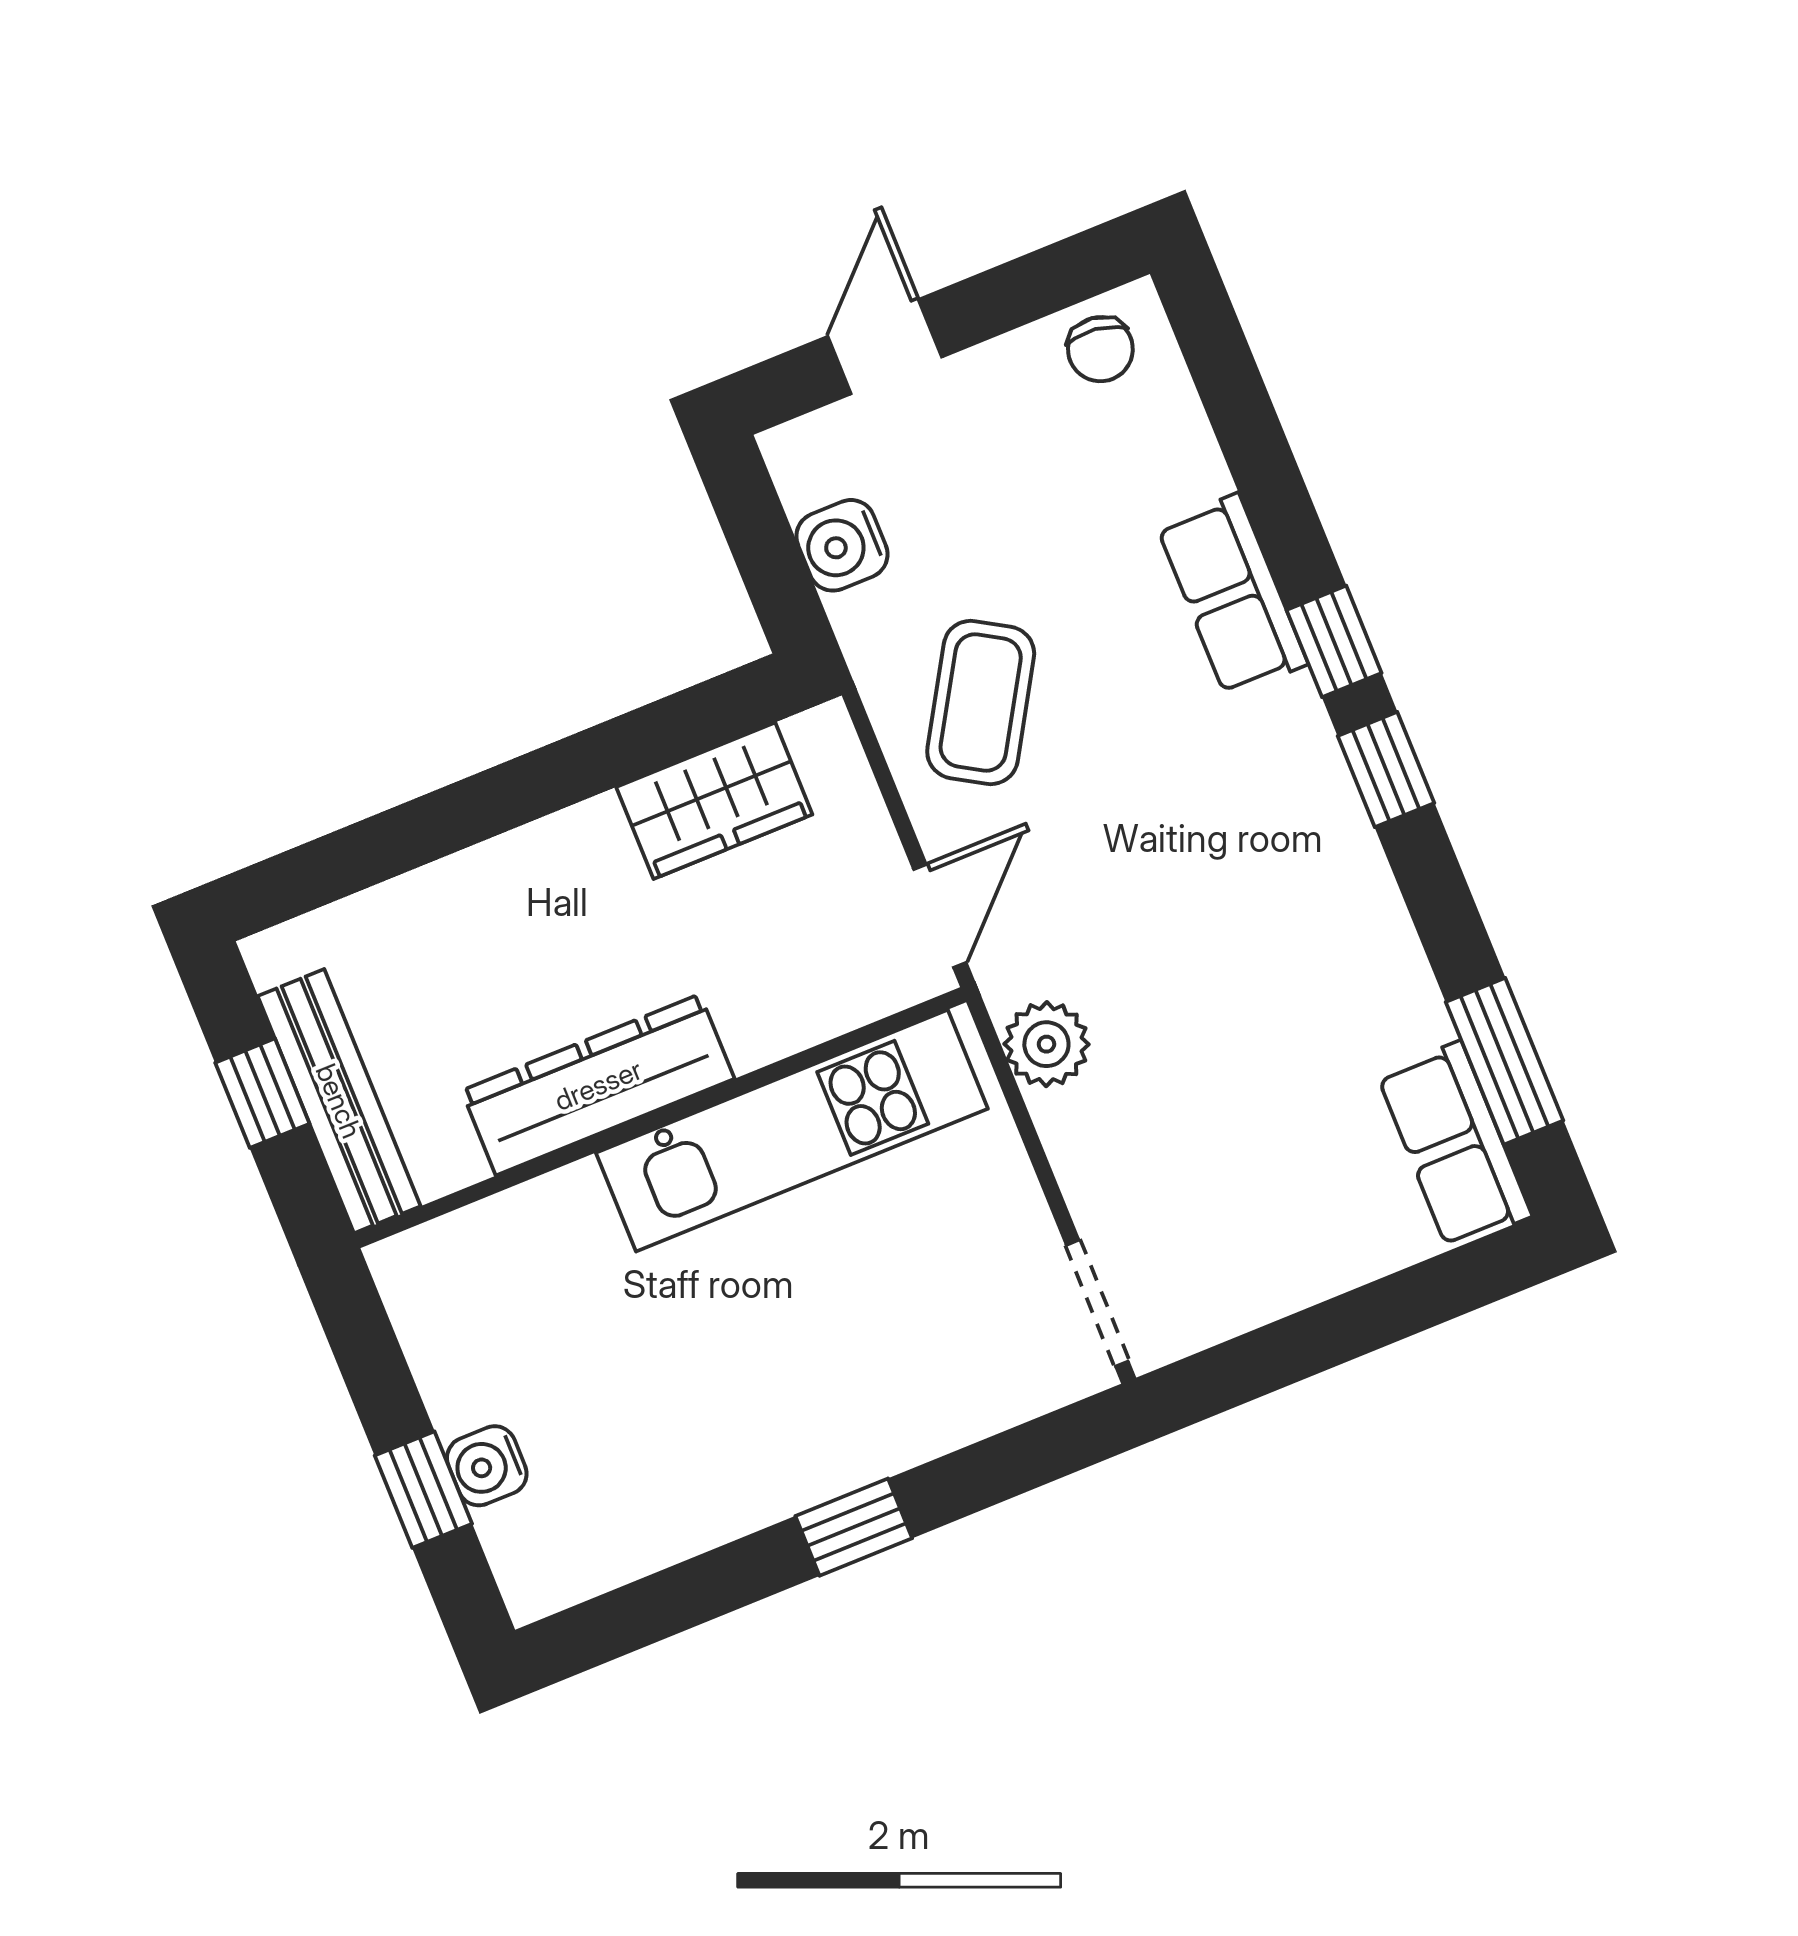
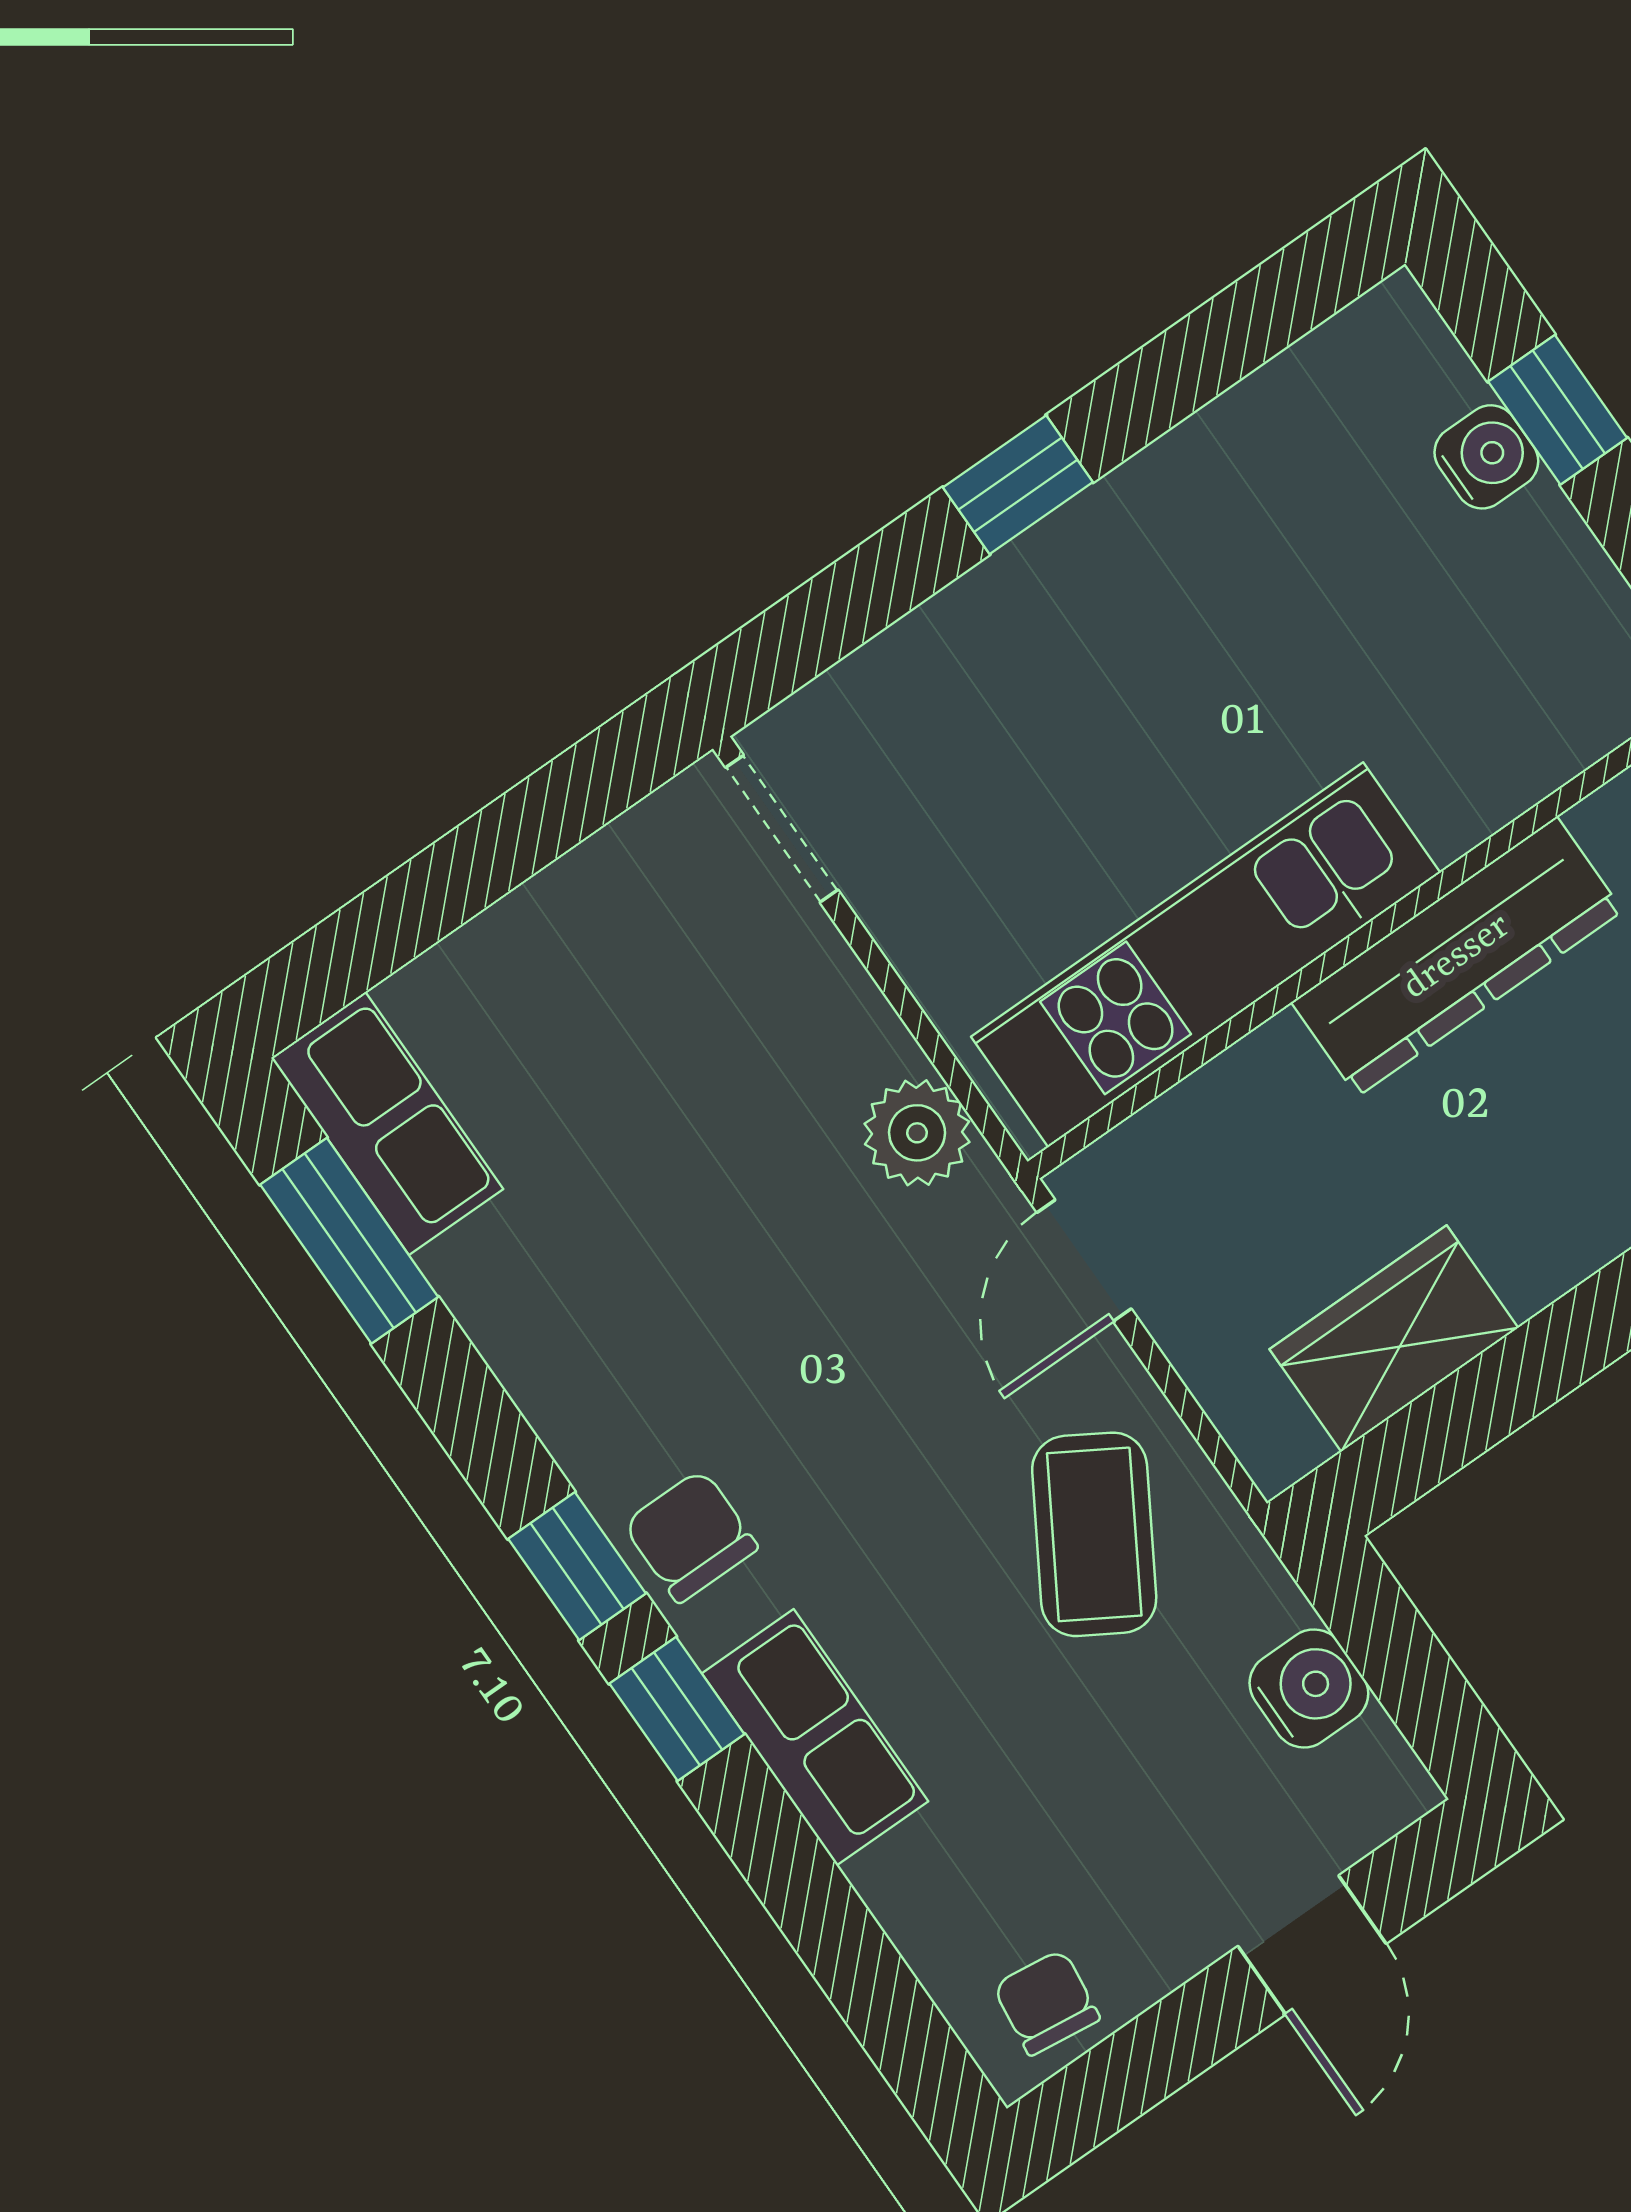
chair: (1293, 773) -> (690, 1536), added

